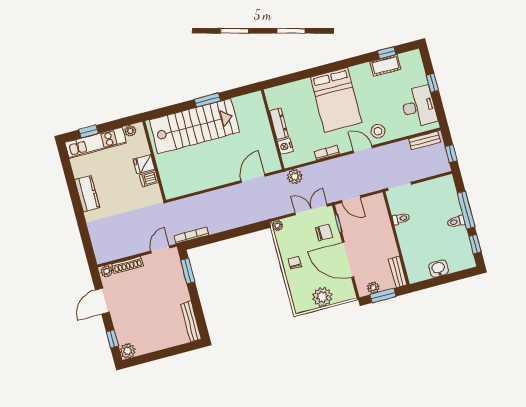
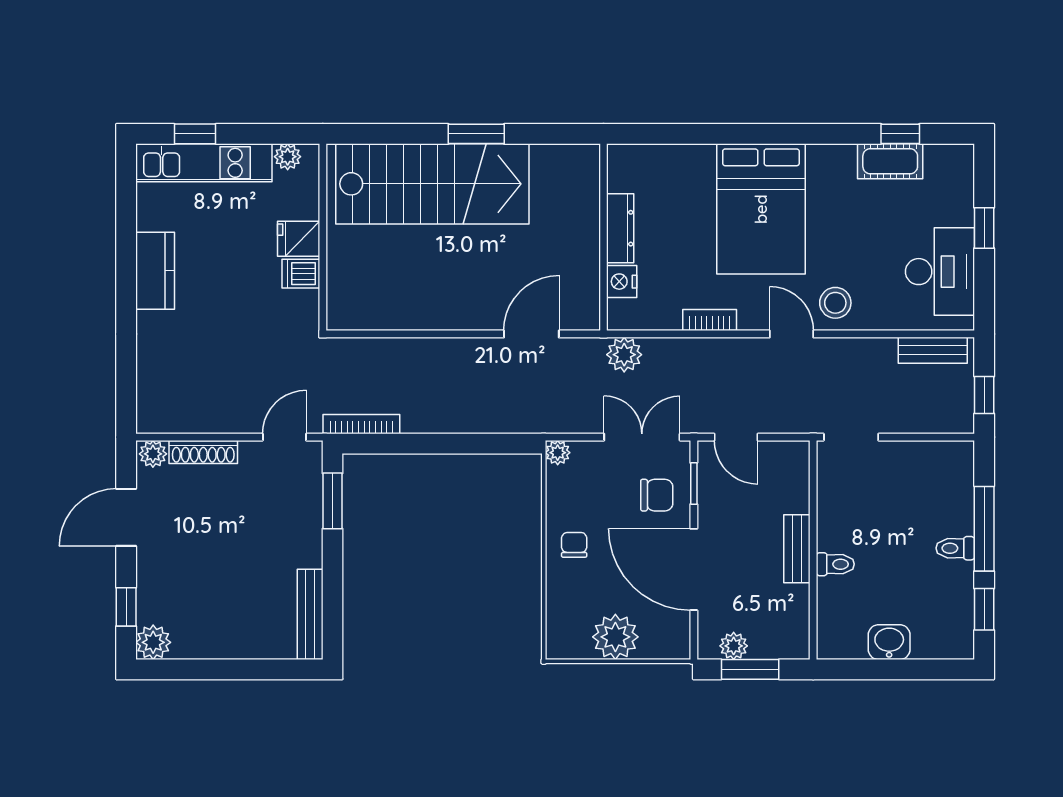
toilet: (401, 219) -> (835, 564), moved
bench: (398, 272) -> (797, 549), moved

